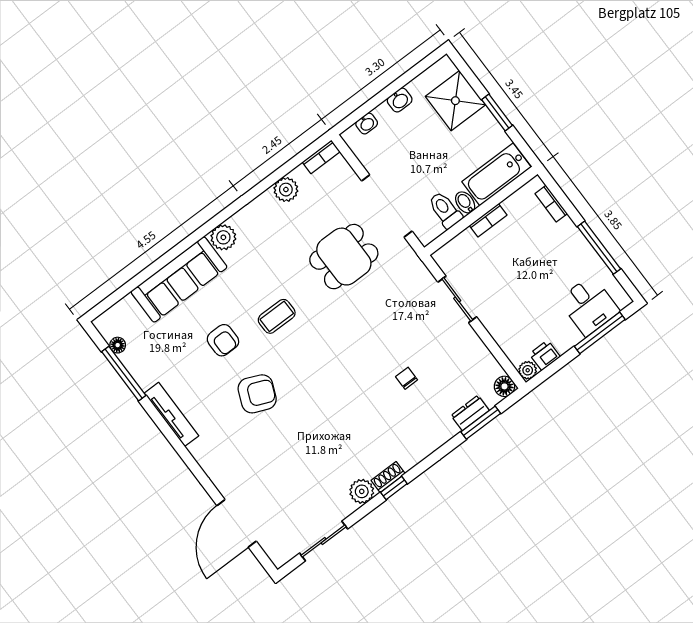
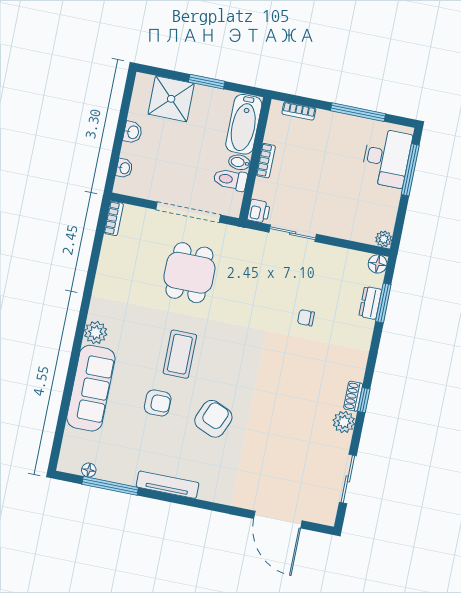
plant: (286, 190) -> (109, 262), removed
desk: (589, 306) -> (386, 158), width x1.37
coffee table: (277, 316) -> (180, 354), width x1.36, depth x1.30
printer: (545, 355) -> (259, 211), moved, turned 180

